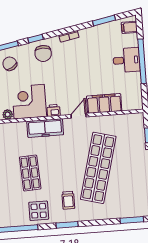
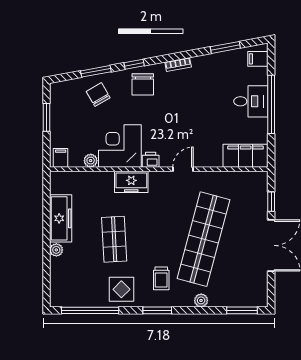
filing cabinet: (104, 103) -> (246, 156), moved
freezer: (45, 128) -> (131, 182), width x0.71
plant: (100, 215) -> (201, 300), added

